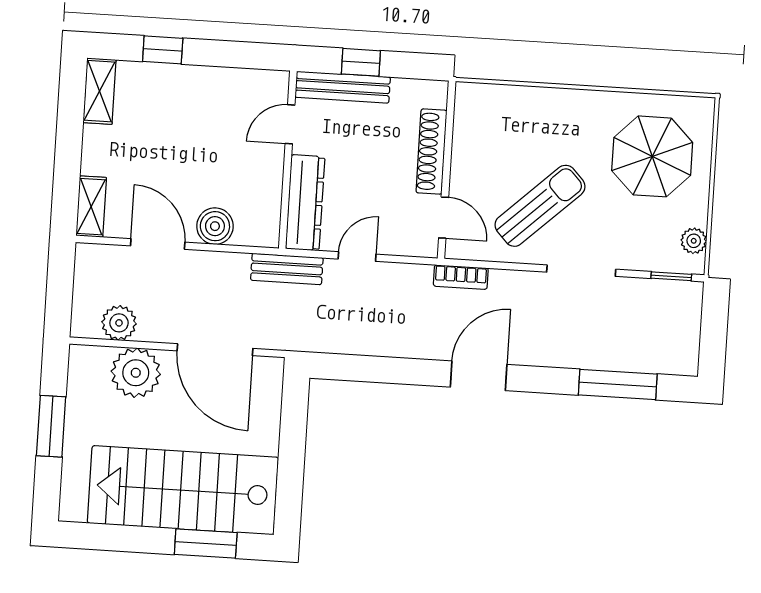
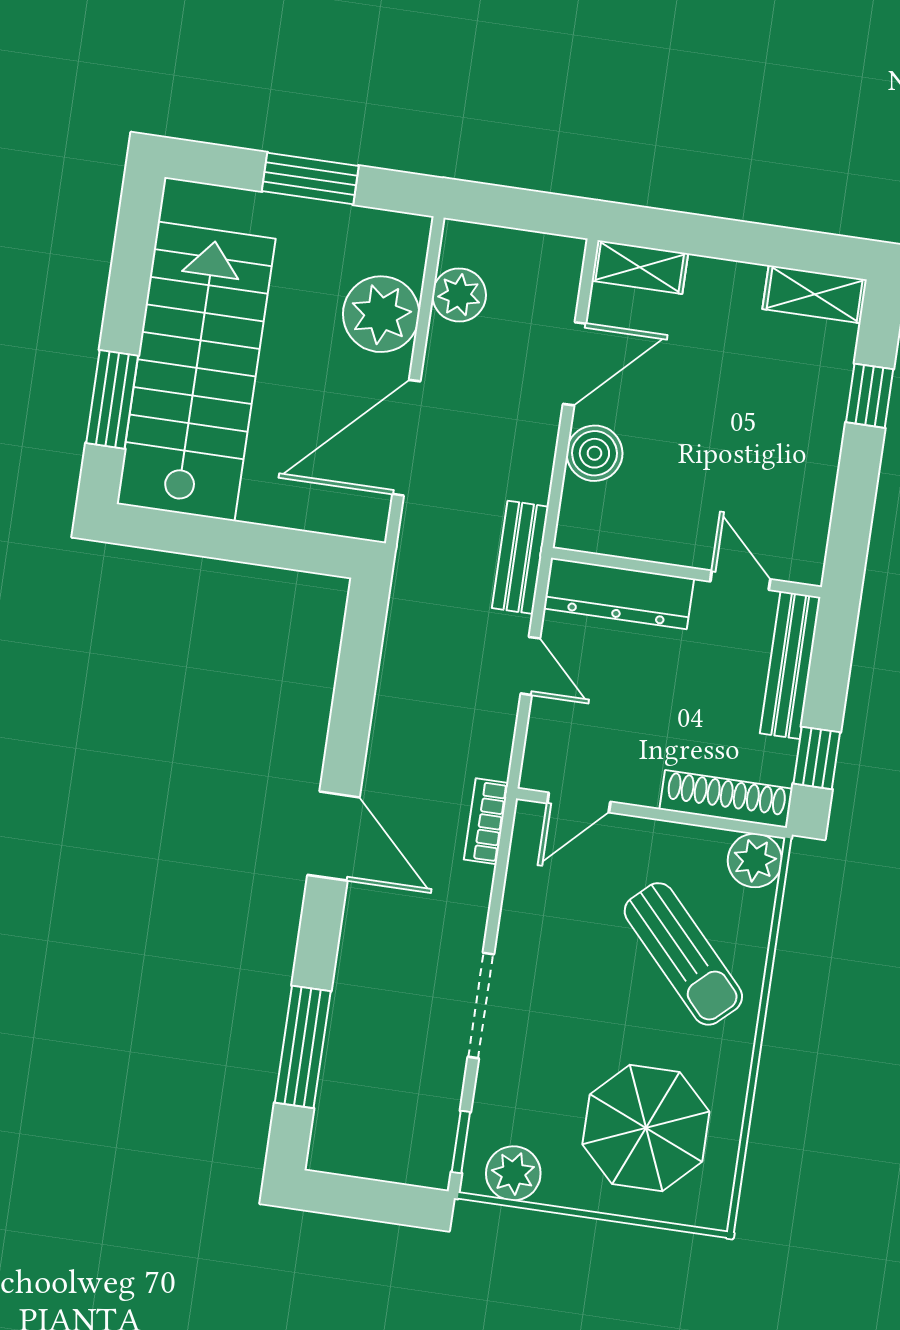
window: (361, 62) -> (817, 758), moved
plant: (472, 100) -> (755, 860), added
shoe rack: (431, 152) -> (726, 799), moved
sun lounger: (540, 206) -> (683, 954), moved
plant: (694, 241) -> (513, 1173), width x1.38, depth x1.38

